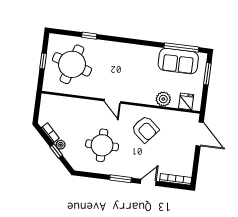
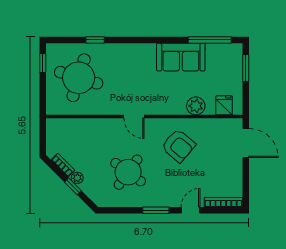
window: (43, 61) -> (43, 63), moved
sofa: (178, 61) -> (181, 57), moved
round table: (102, 145) -> (128, 172), turned 36

